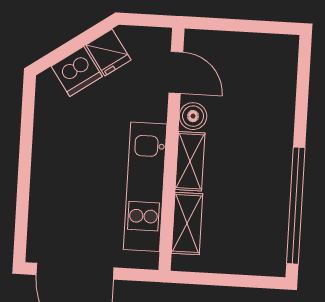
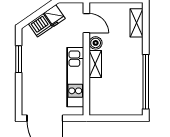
window: (26, 141) -> (19, 59), added
shelving: (187, 224) -> (136, 23), moved

